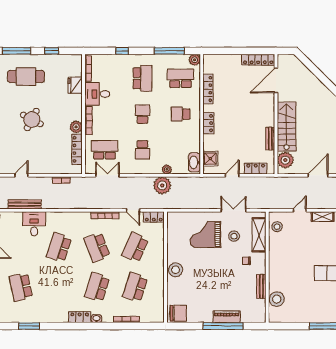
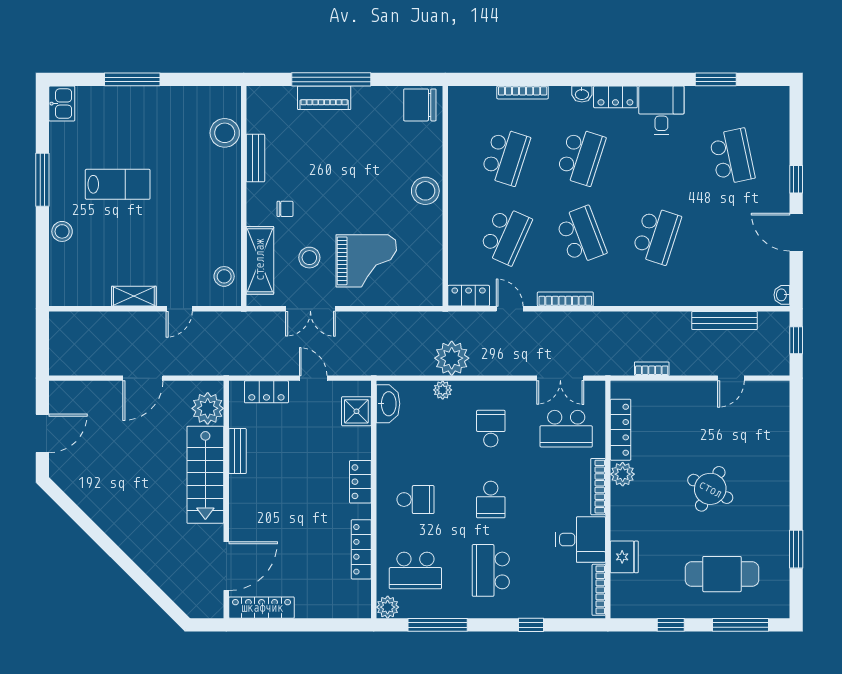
door: (232, 175) -> (313, 378), swing flipped
desk: (34, 224) -> (661, 110), moved, turned 180

